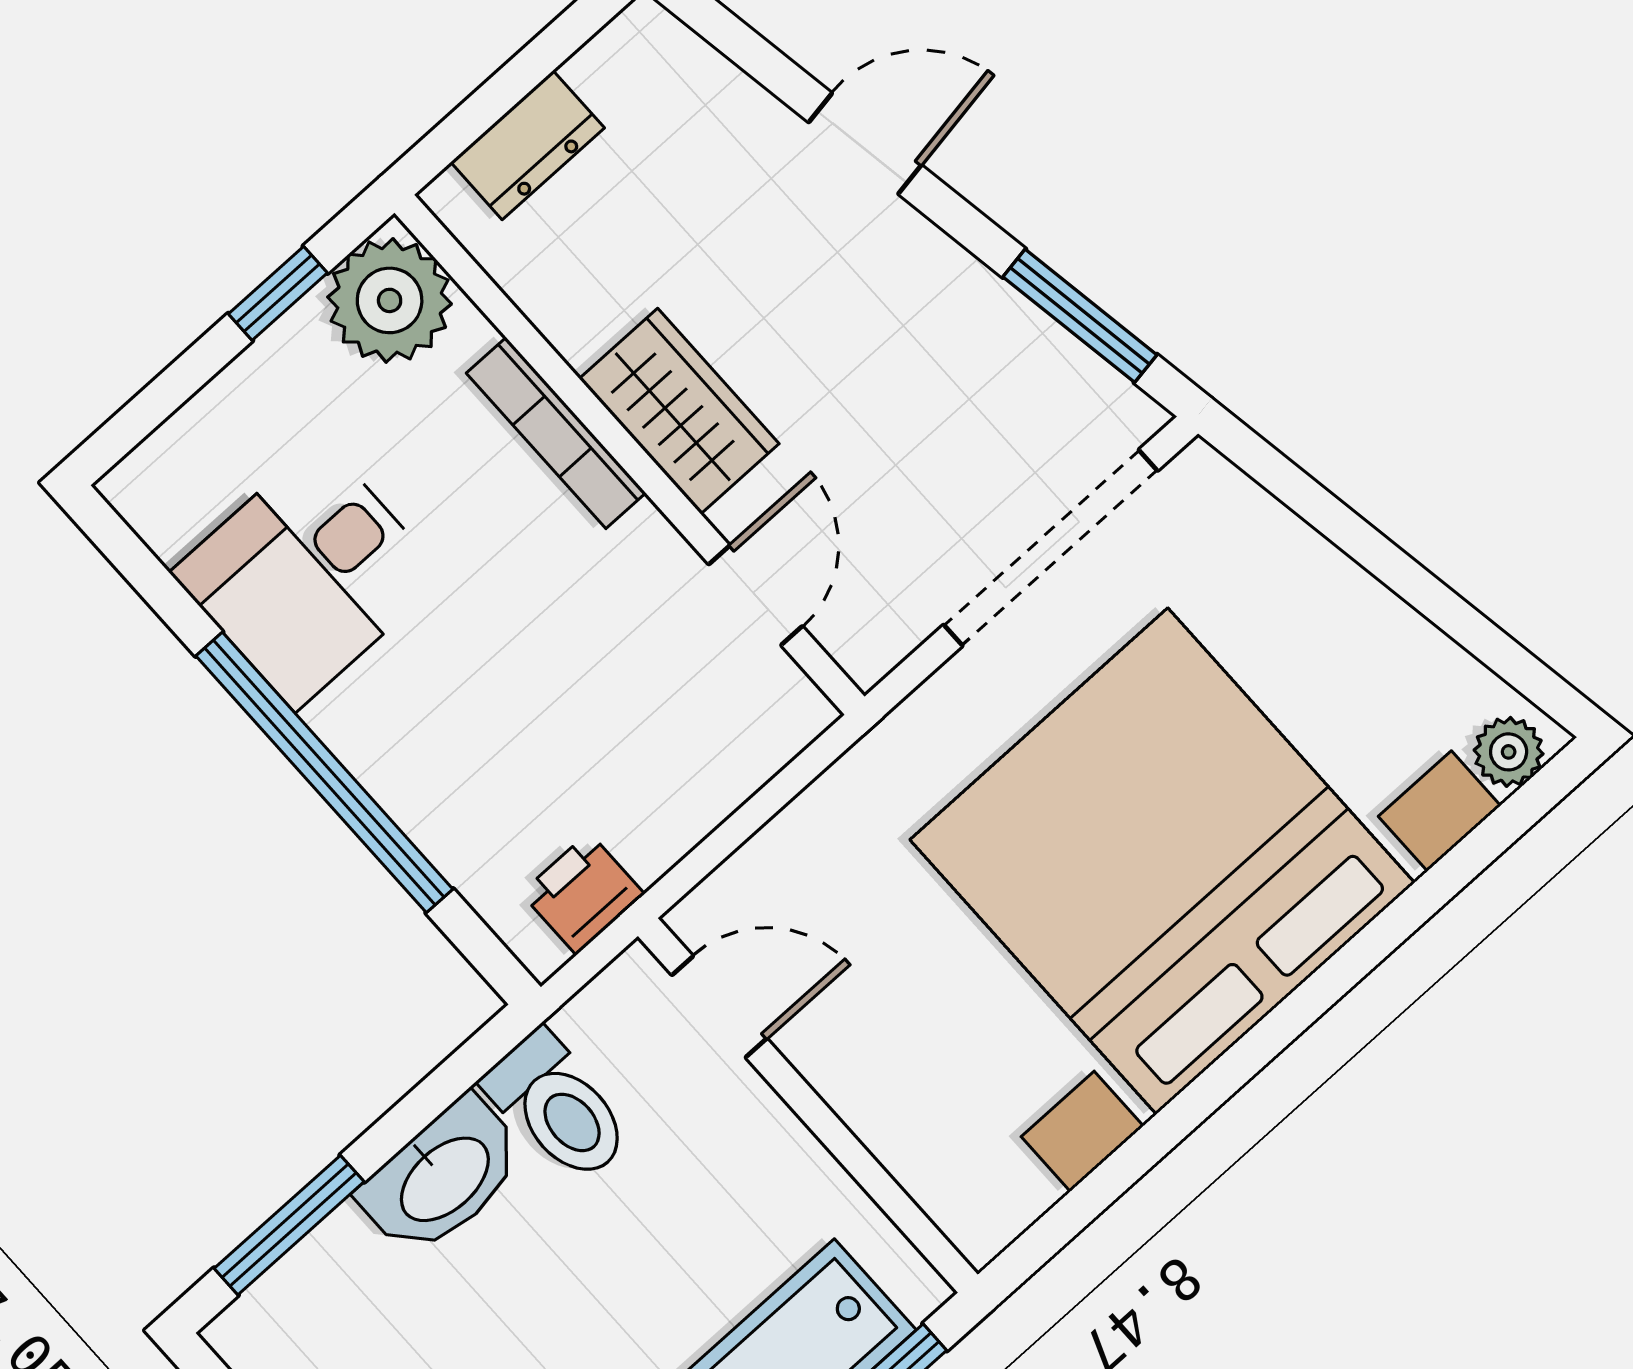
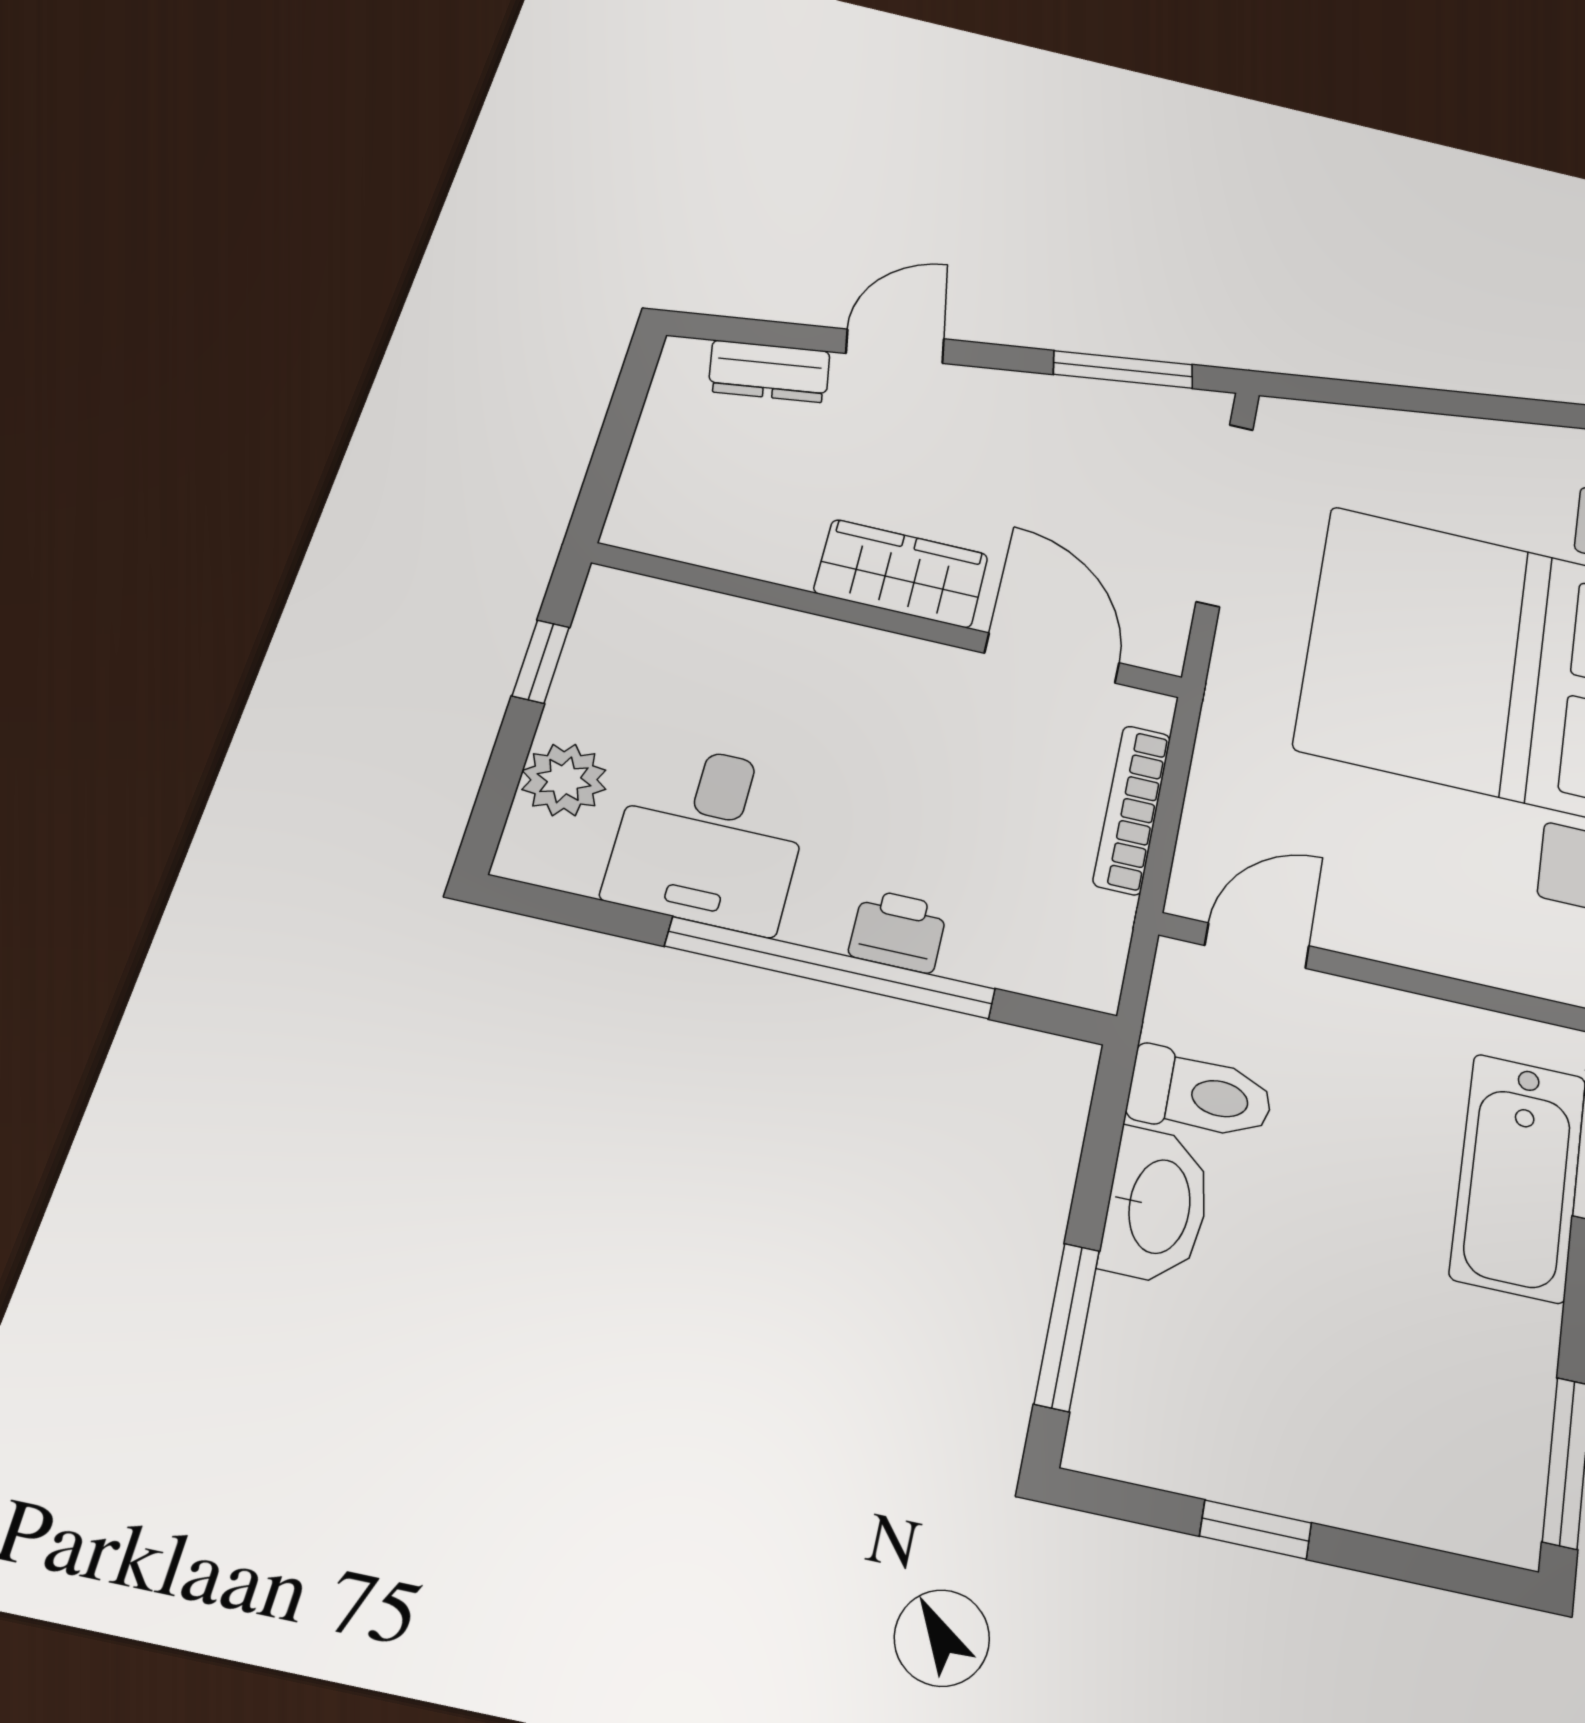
dresser: (528, 145) -> (769, 371), moved, turned 81
plant: (390, 300) -> (564, 780), moved, width x0.73, depth x0.73
bookcase: (556, 433) -> (1132, 809), moved, turned 90
door: (755, 595) -> (1052, 658), width x1.37
printer: (583, 894) -> (898, 931), moved, turned 90

